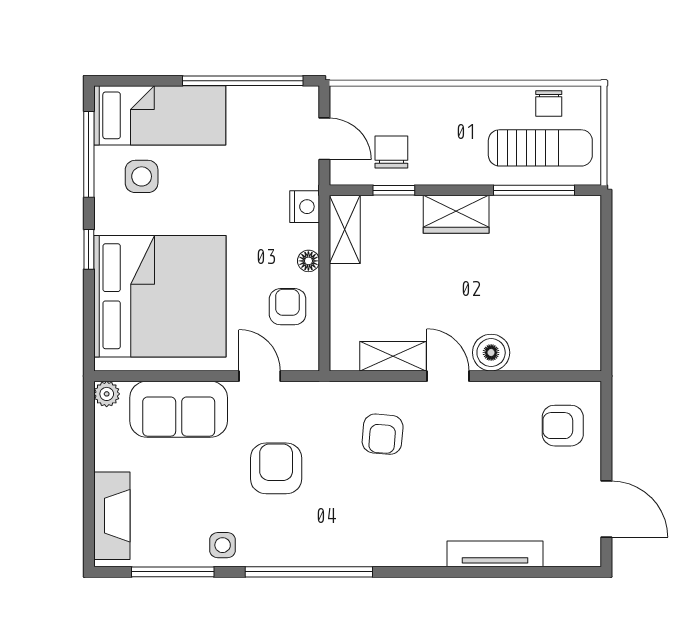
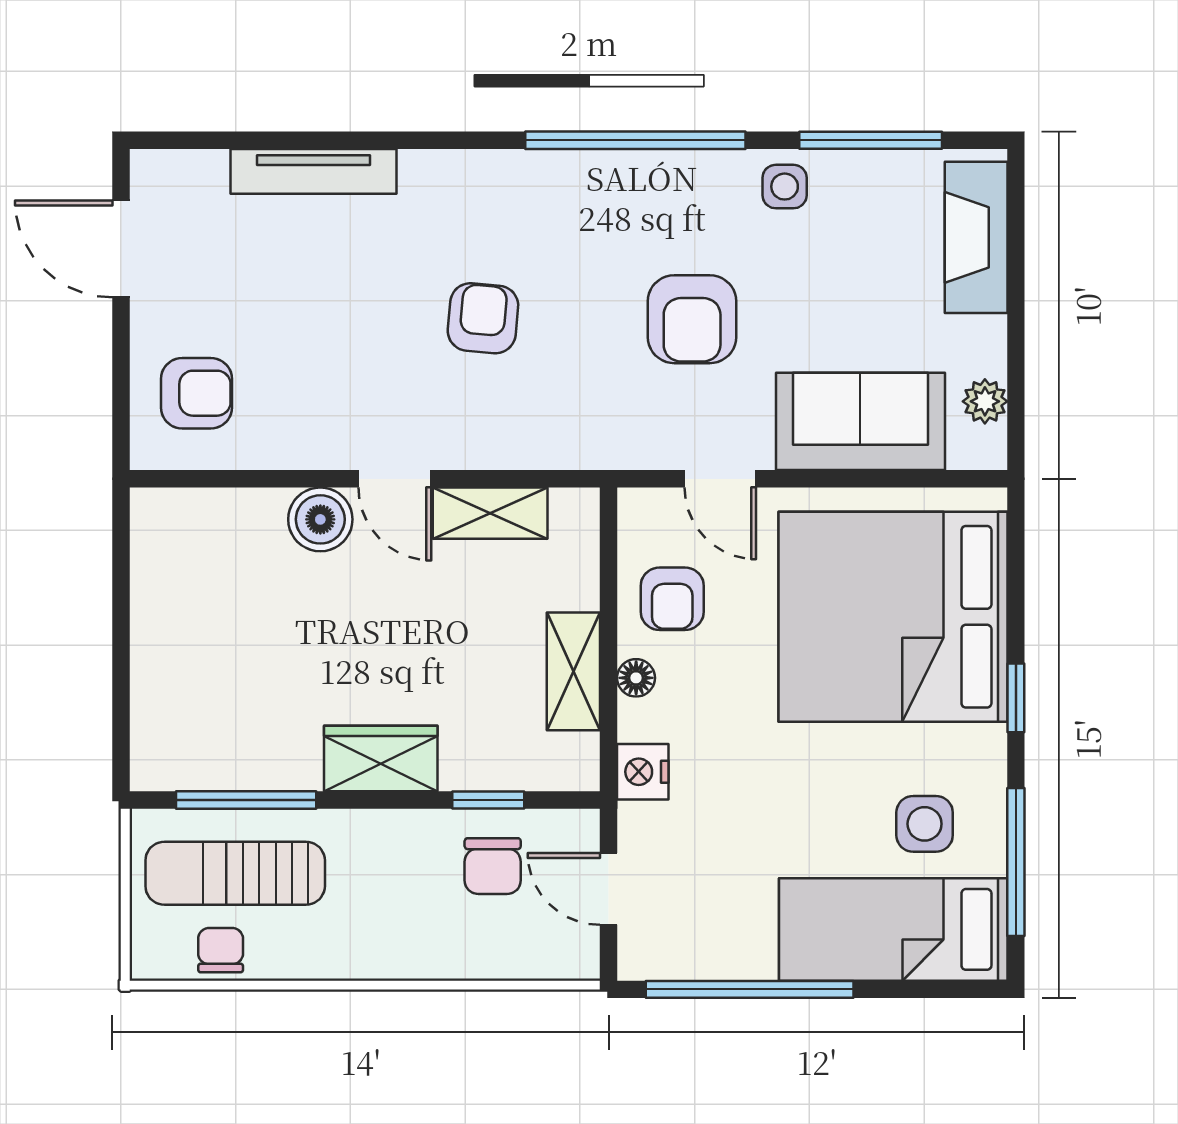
shelving: (345, 229) -> (573, 671), moved
plant: (107, 394) -> (985, 401), moved
armchair: (383, 434) -> (483, 318), moved

